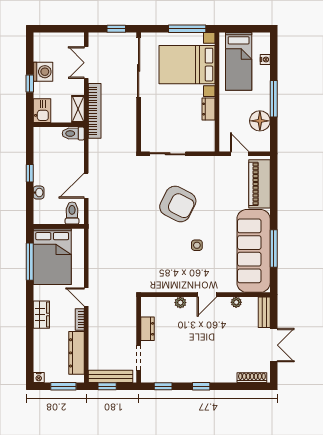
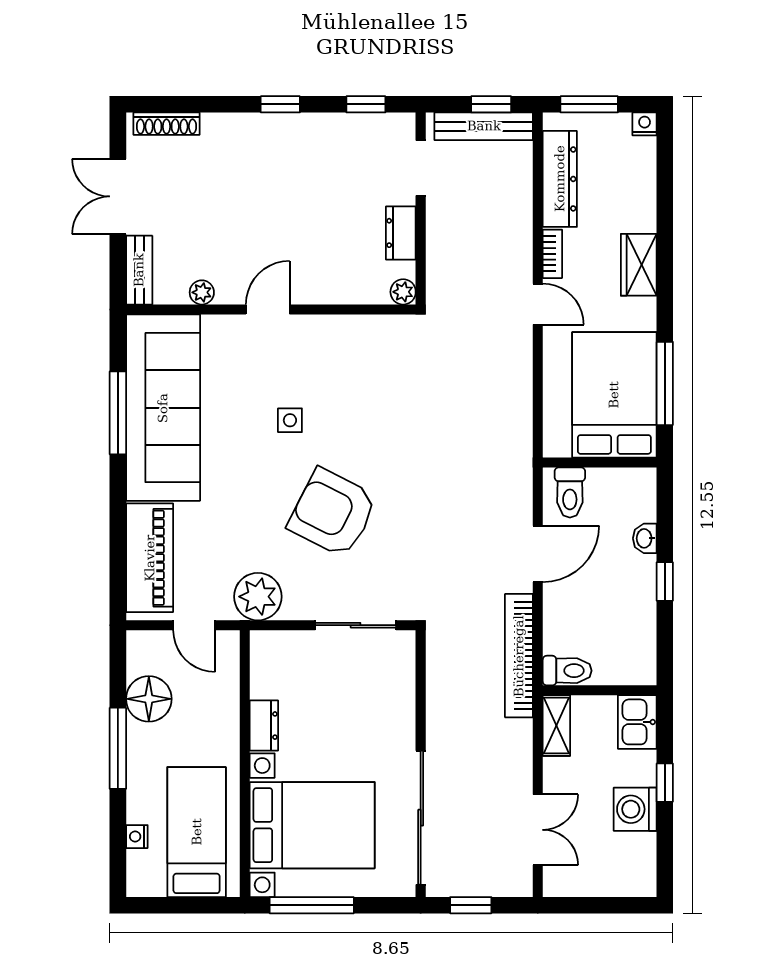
bookcase: (95, 111) -> (519, 656), moved
plant: (211, 167) -> (258, 597), added
plant: (180, 303) -> (403, 292), moved

